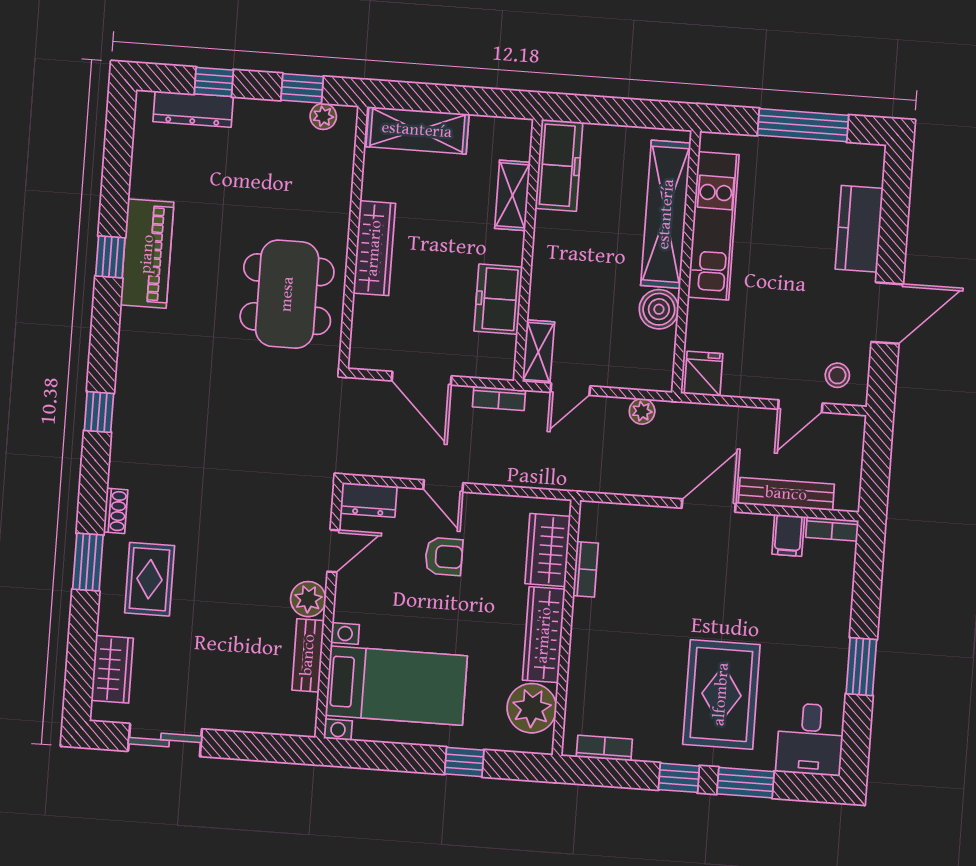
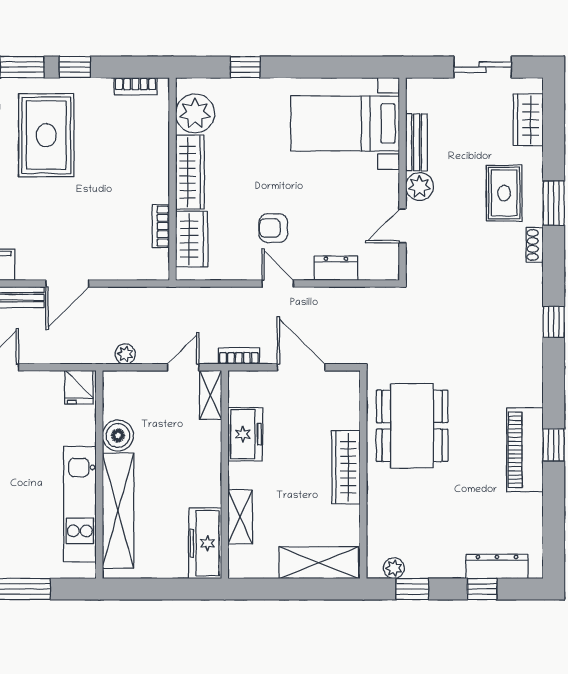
door: (333, 551) -> (403, 226), moved
plant: (308, 599) -> (420, 187), moved
wall: (329, 610) -> (403, 179), moved
bench: (308, 655) -> (416, 142), moved
bed with nightstands: (396, 686) -> (345, 123), moved

